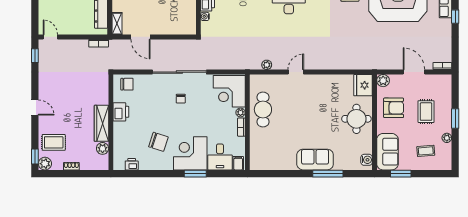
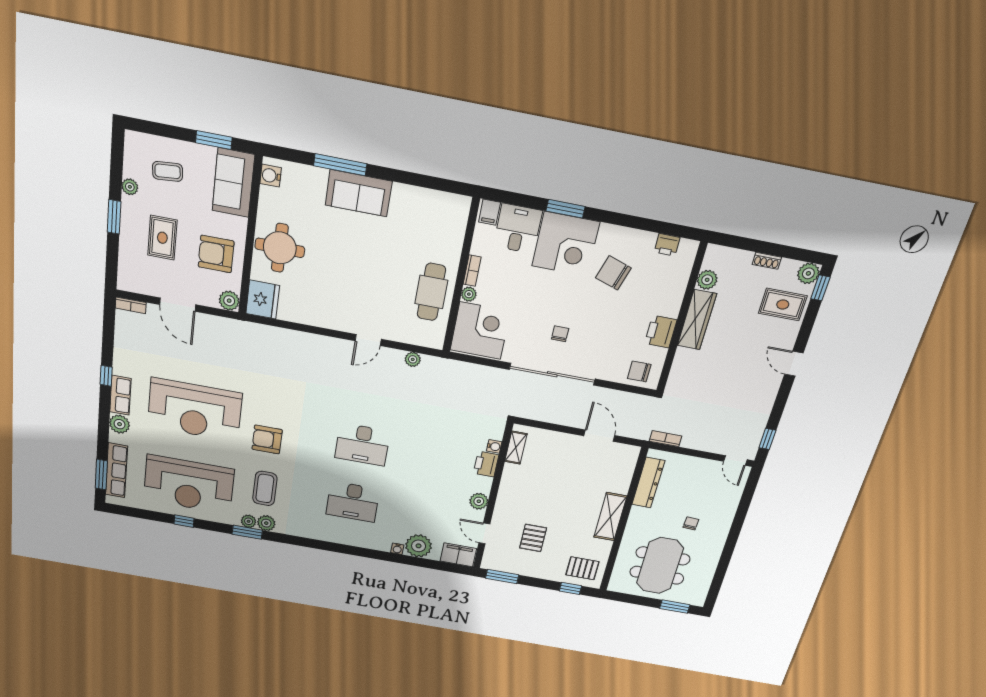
shelving: (117, 24) -> (516, 448), moved

